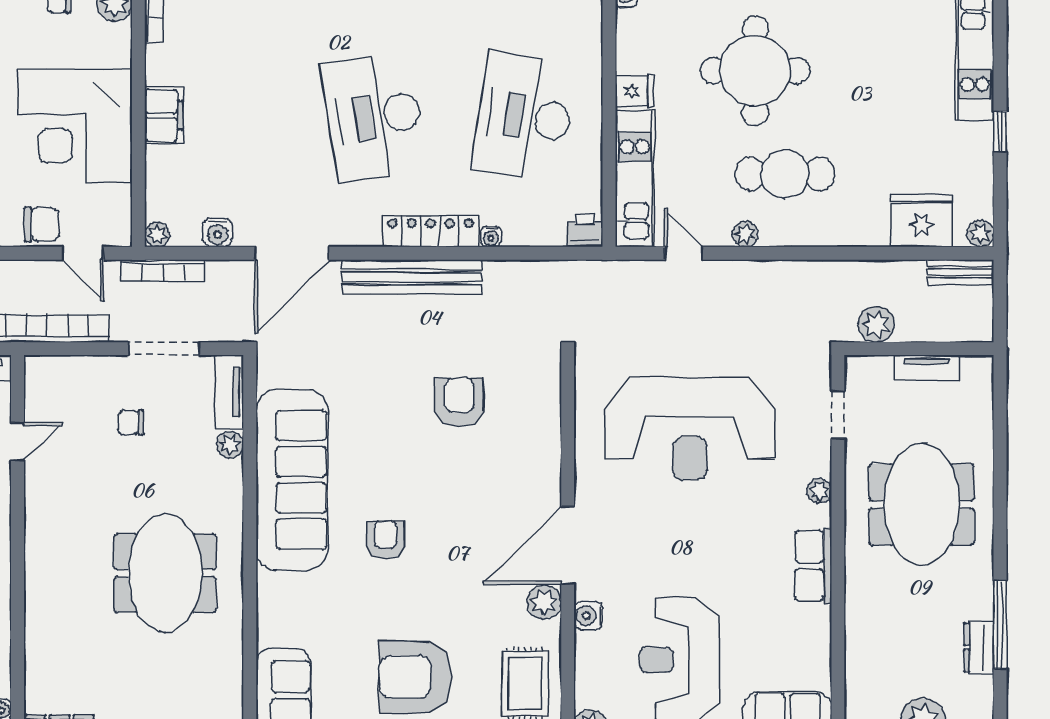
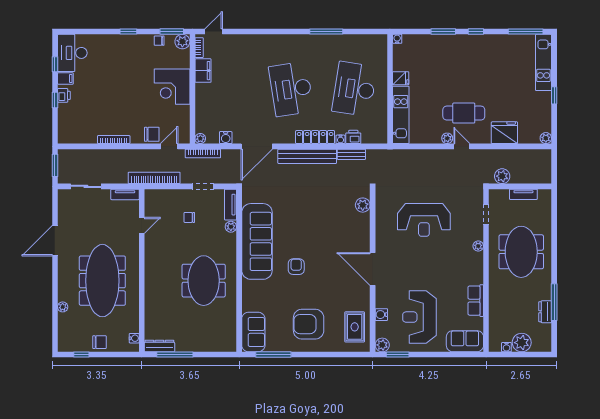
round table: (755, 71) -> (451, 70), removed
filing cabinet: (164, 115) -> (203, 71), moved
corner desk: (75, 126) -> (172, 87), width x0.74, depth x0.74
fridge: (922, 221) -> (504, 133), moved
printer: (585, 231) -> (353, 137), moved
door: (83, 253) -> (169, 146), swing flipped
door: (684, 253) -> (462, 146), moved
bench: (961, 272) -> (351, 154), moved
doorway: (164, 349) -> (203, 186), width x0.73
armchair: (459, 402) -> (327, 209), removed
reception desk: (690, 429) -> (424, 220), width x0.74, depth x0.77
door: (568, 545) -> (373, 269), hinge flipped
row of seats: (813, 566) -> (476, 301), moved
plant: (544, 602) -> (363, 205), moved
water cooler: (588, 616) -> (381, 315), moved

